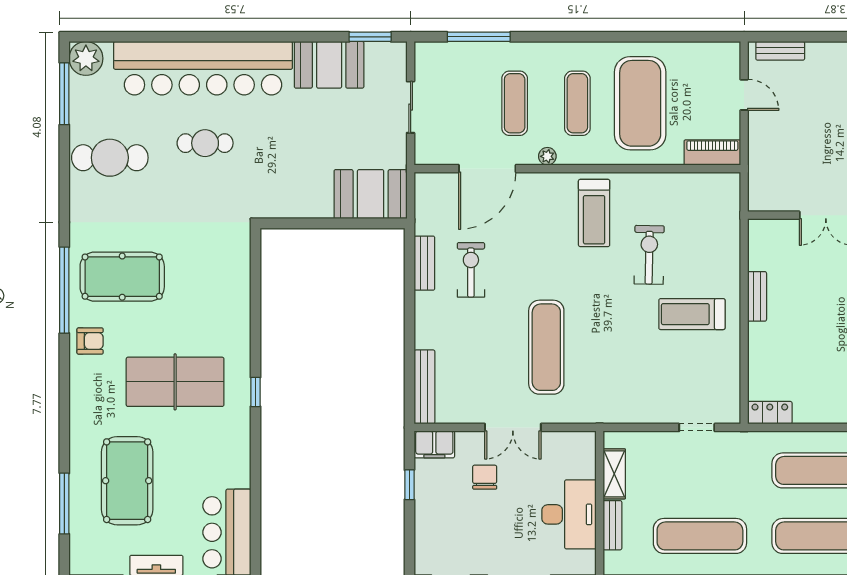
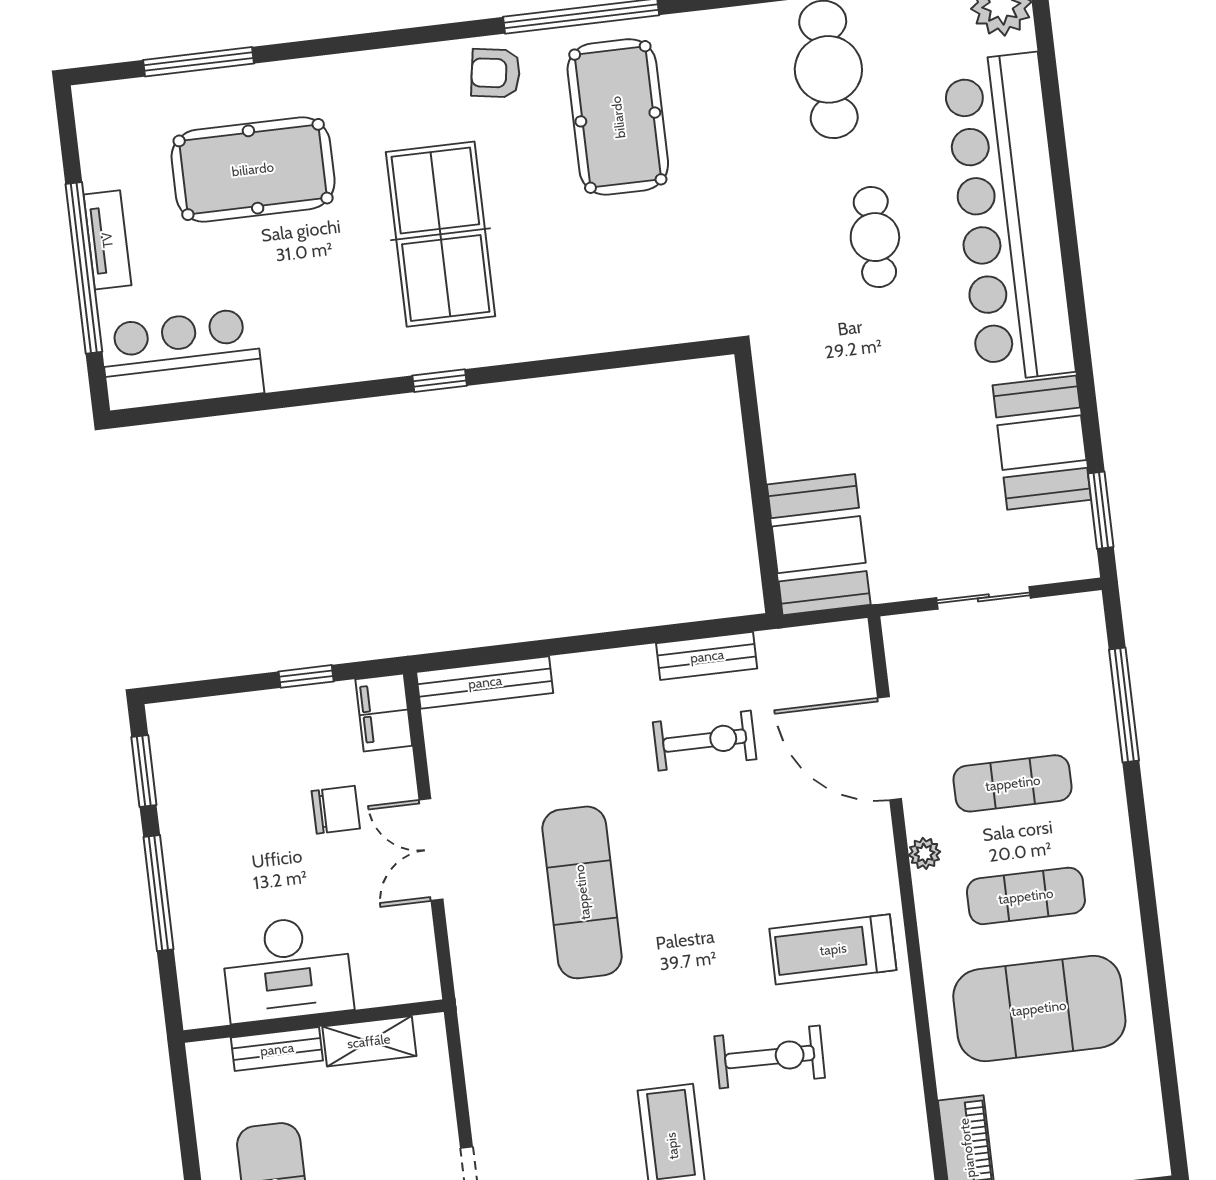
armchair: (90, 341) -> (496, 73), turned 99
exercise mat: (546, 347) -> (582, 892), turned 90

